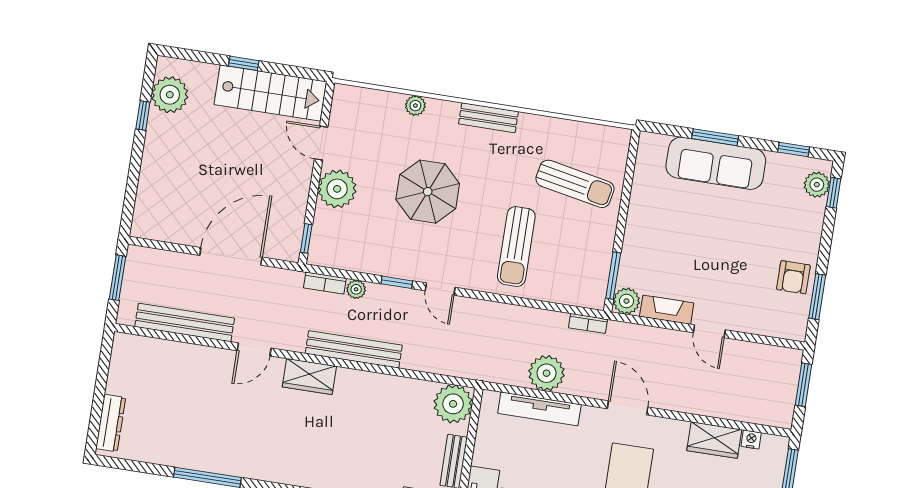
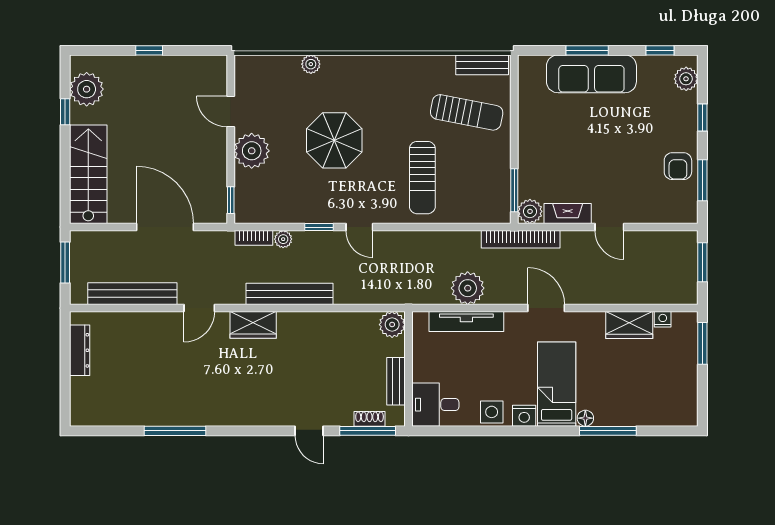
stairs: (270, 93) -> (88, 174), moved, turned -90
bench: (488, 118) -> (482, 65), moved
window: (834, 193) -> (702, 117), moved
door: (231, 256) -> (165, 227), hinge flipped
bookcase: (588, 323) -> (521, 239), width x2.31, depth x1.31
plant: (453, 404) -> (392, 325), width x0.73, depth x0.73
dresser: (111, 423) -> (80, 350), moved

